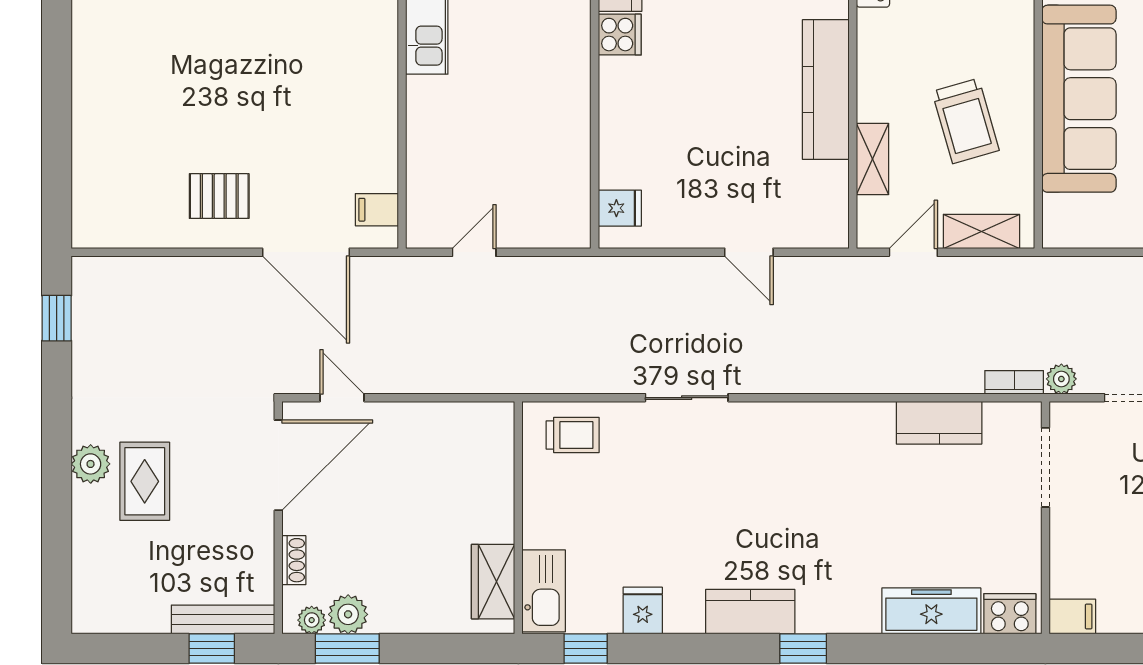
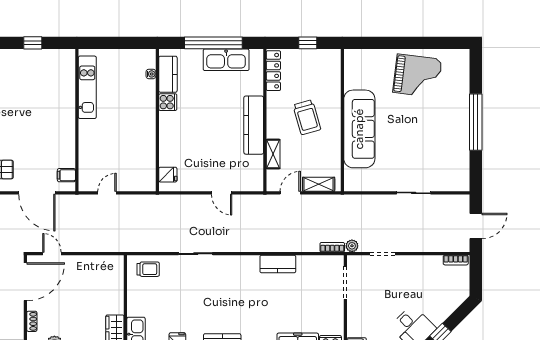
trolley: (966, 121) -> (307, 117), moved
kitchen counter: (939, 423) -> (278, 264), moved

